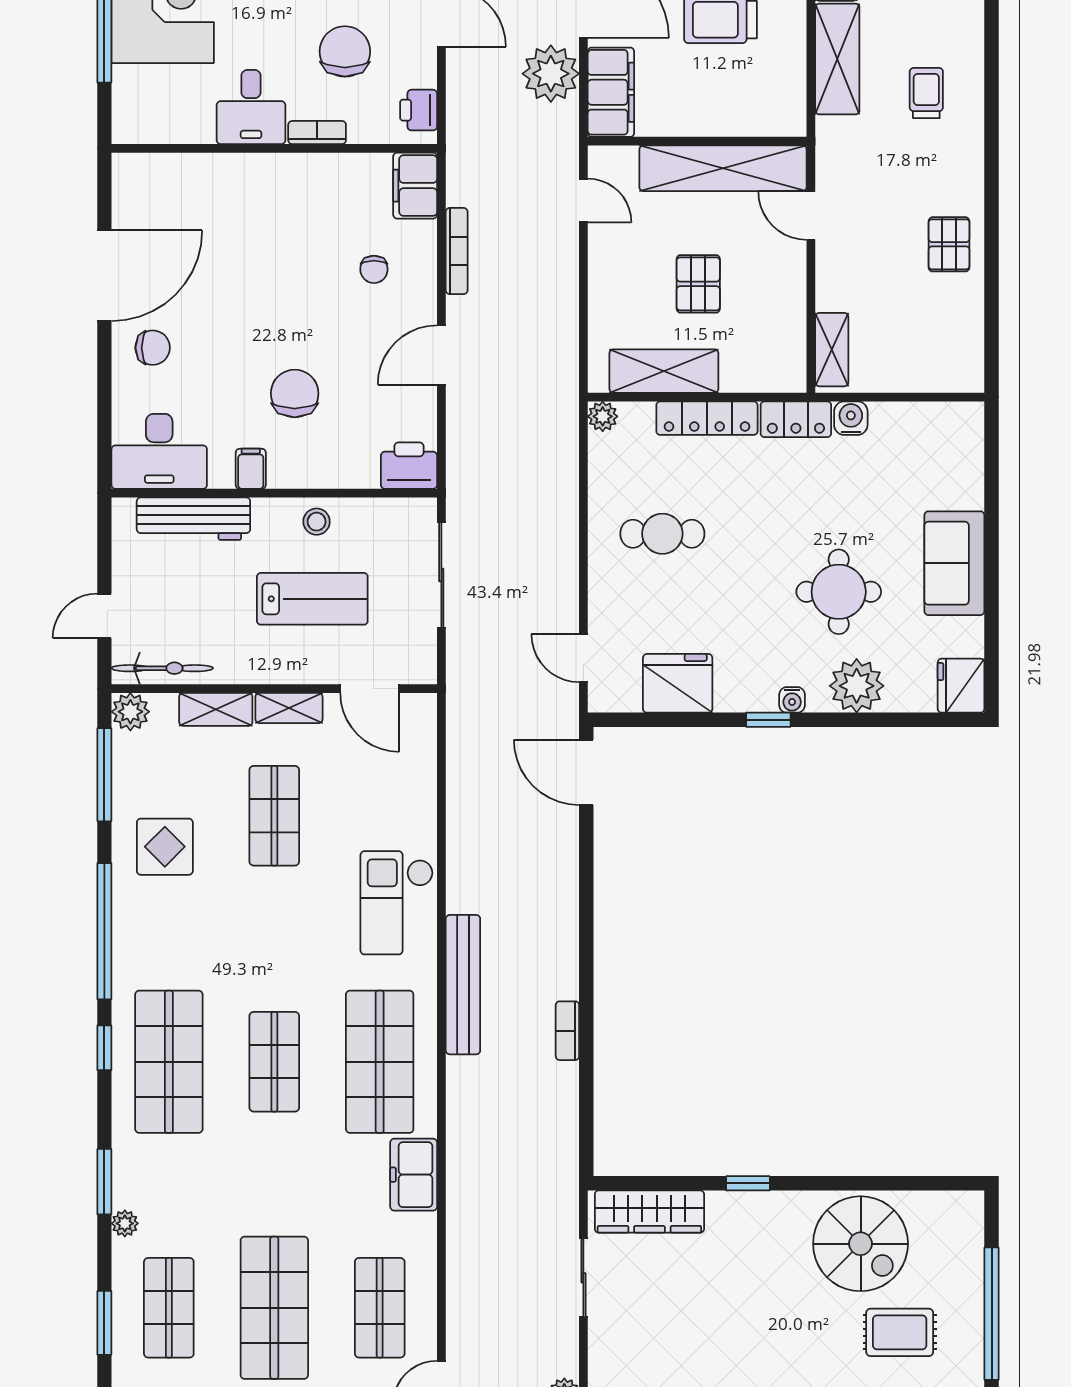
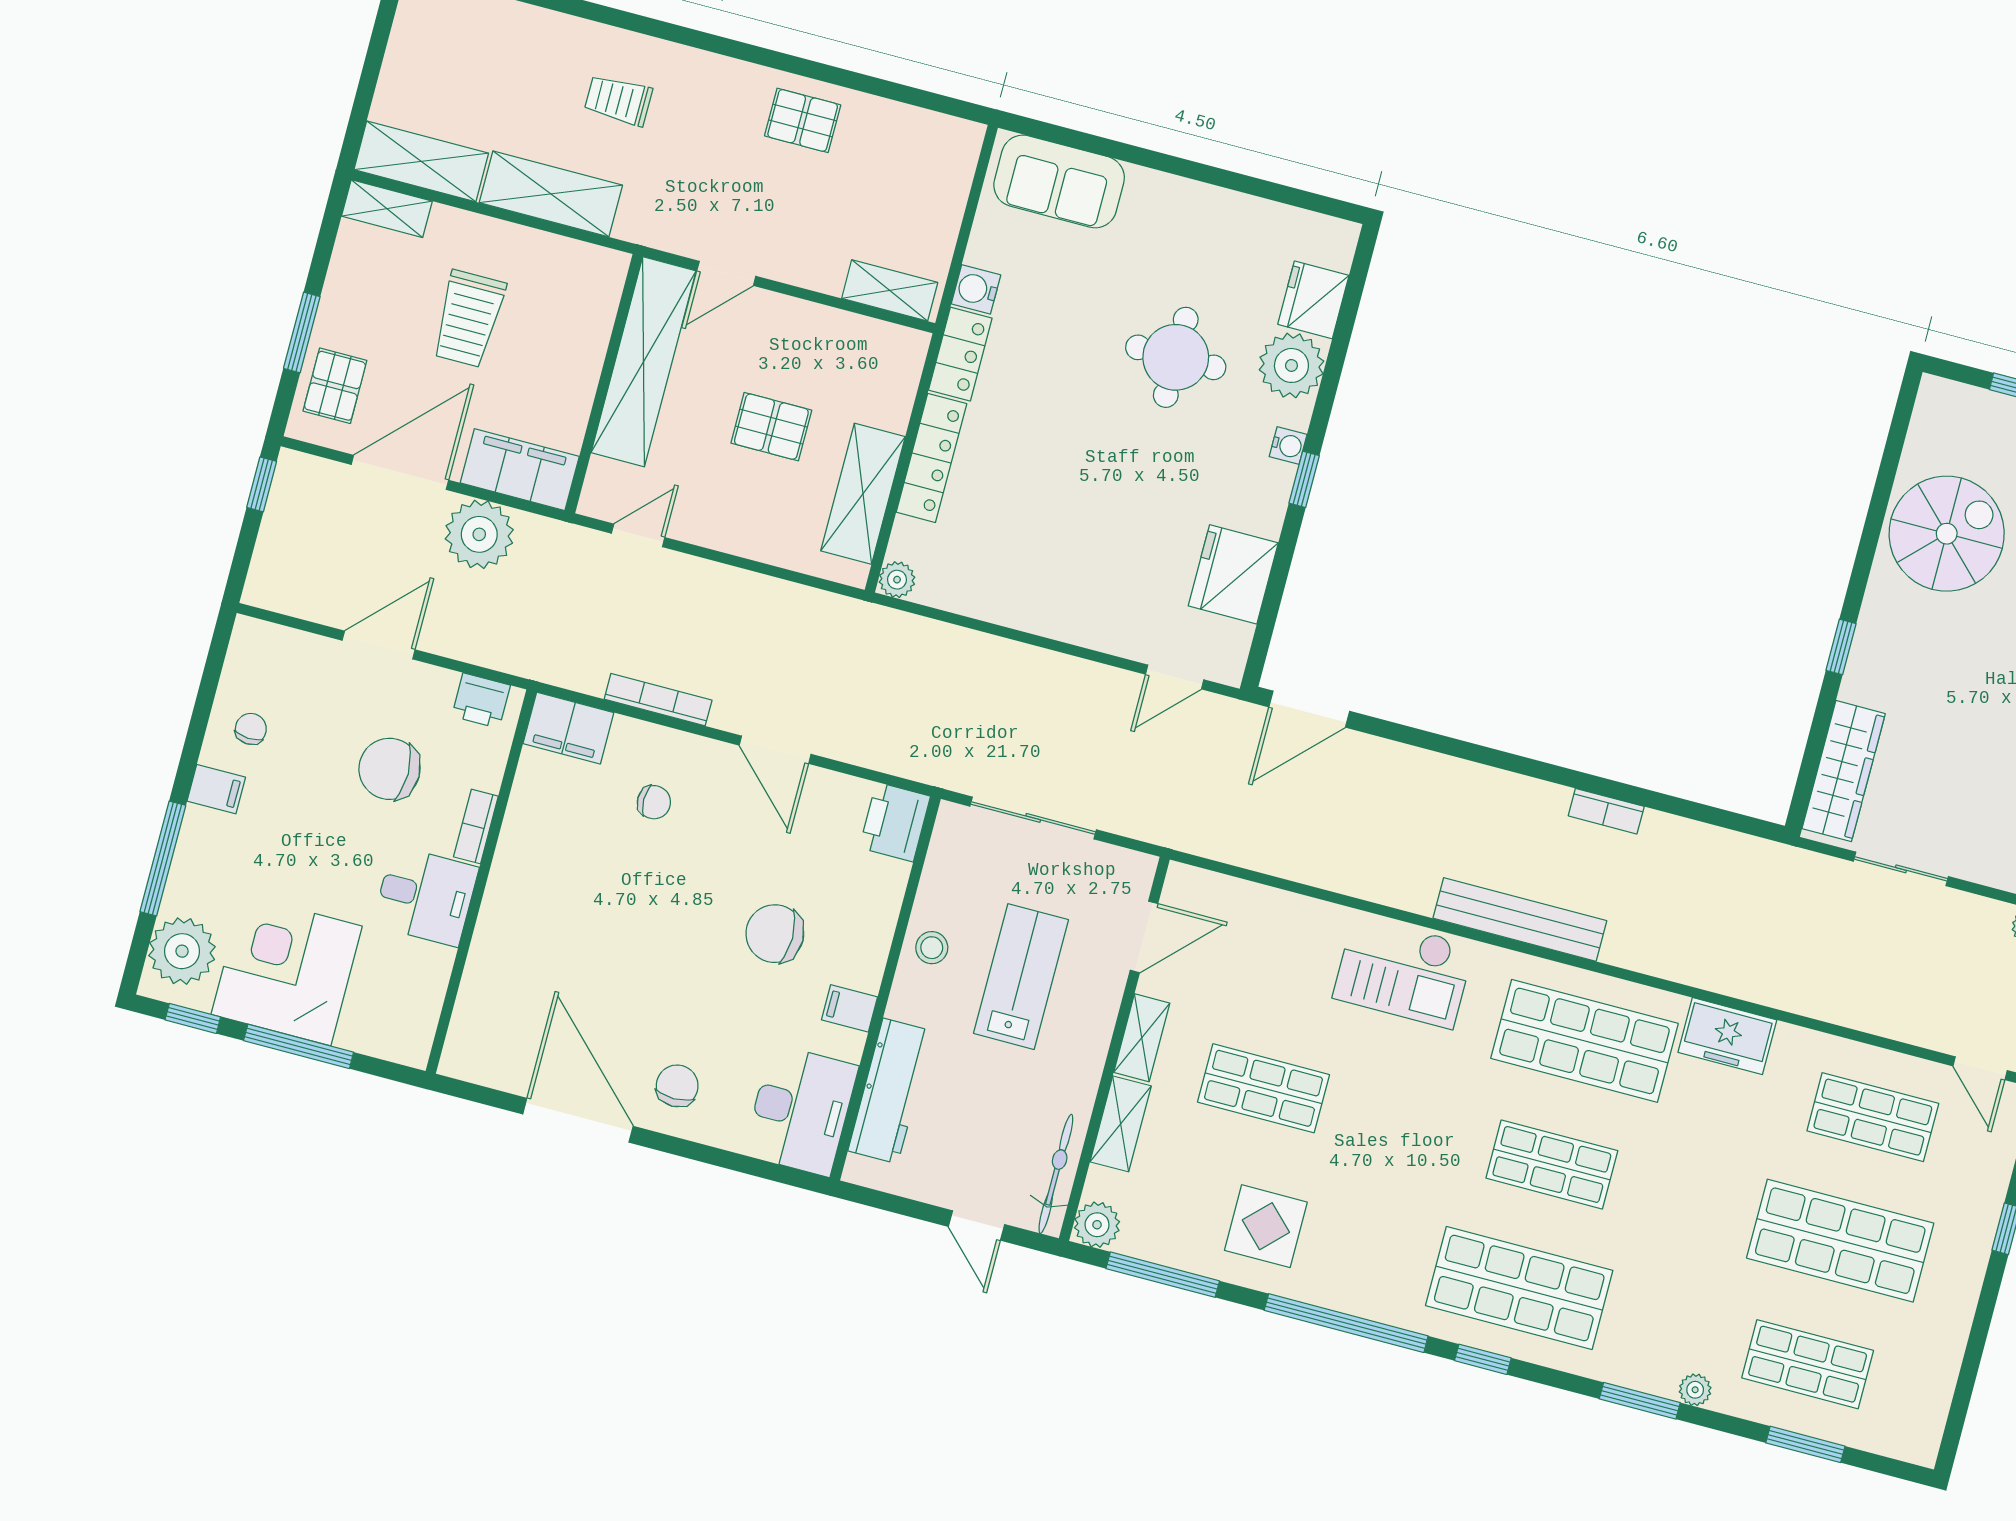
cafe table: (662, 534) -> (1053, 546), removed
sofa: (954, 563) -> (1059, 181), moved
fridge: (961, 686) -> (1313, 300), moved, turned 90

